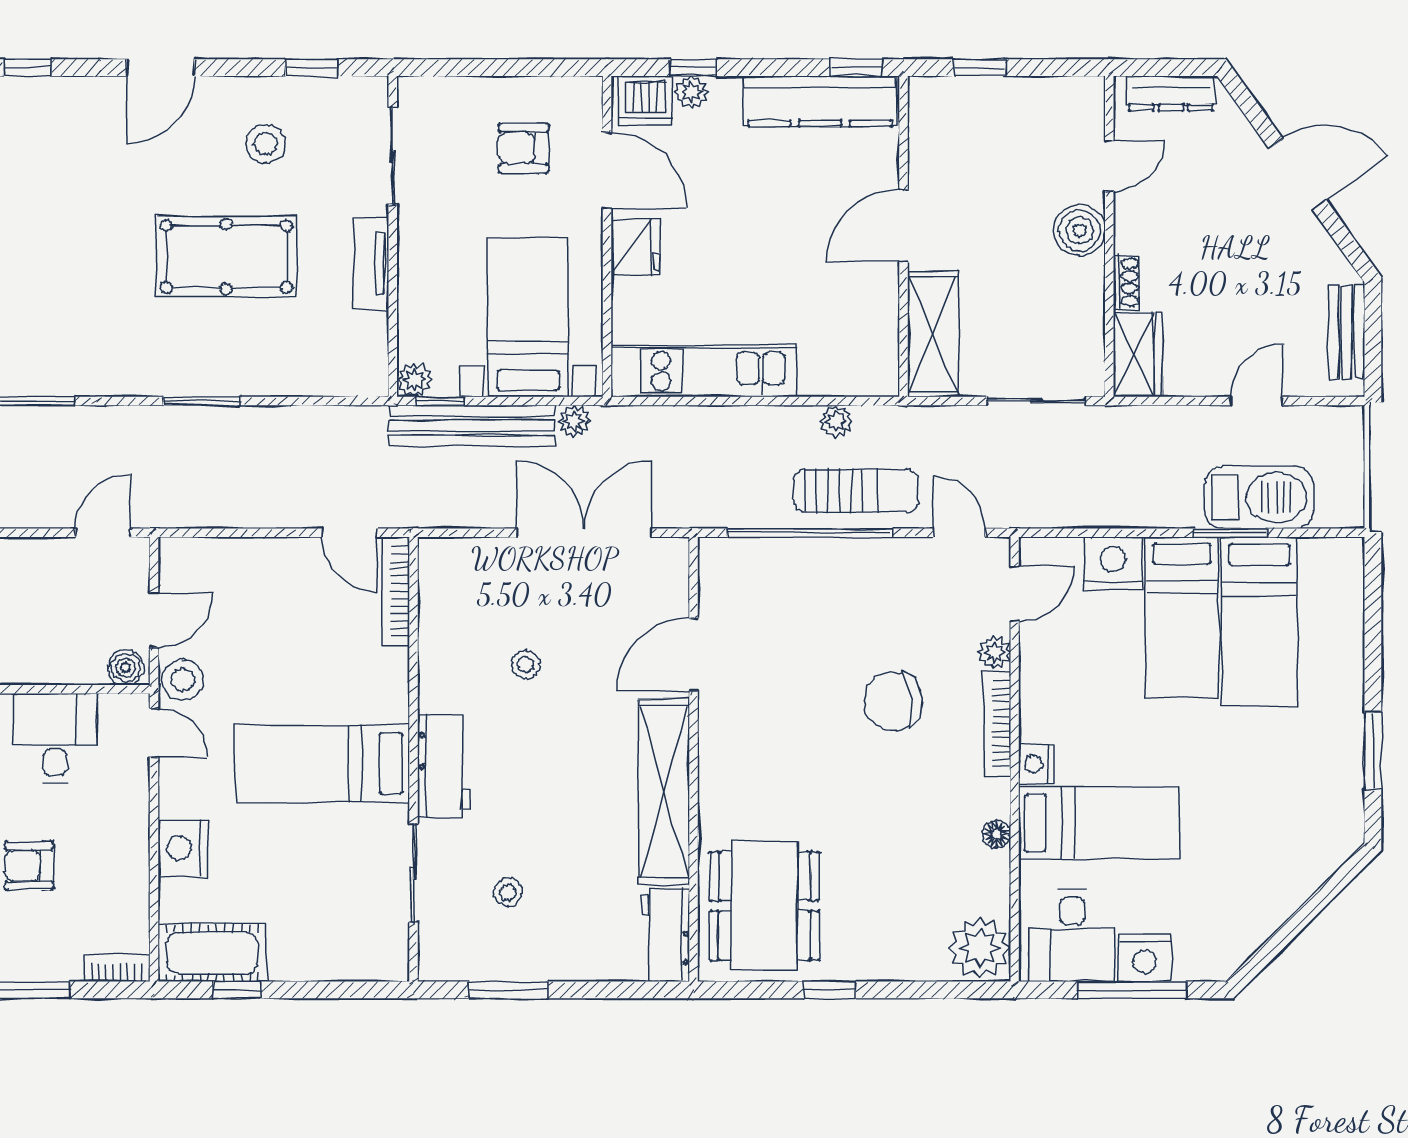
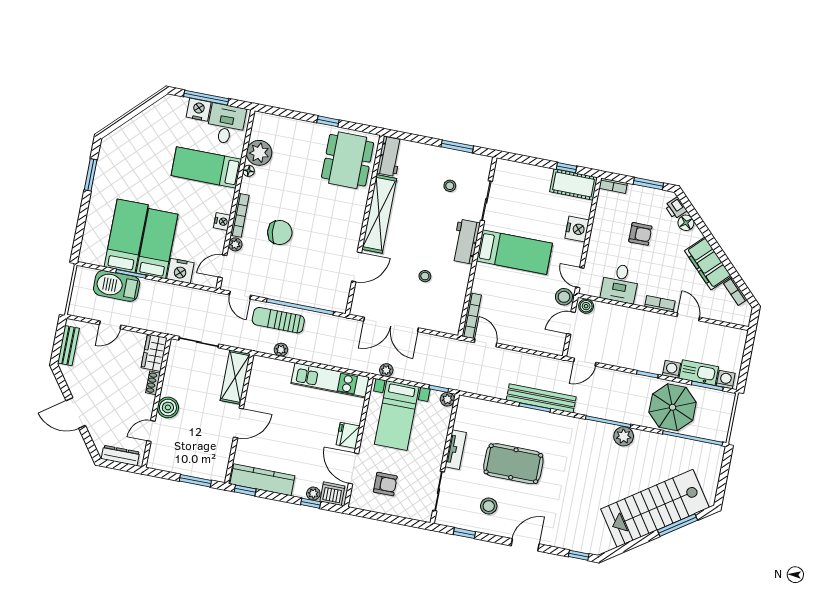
window: (980, 68) -> (195, 481), width x1.50
bench: (472, 426) -> (541, 398), moved
nightstand: (1036, 764) -> (222, 221), moved
plant: (980, 948) -> (259, 153), moved

